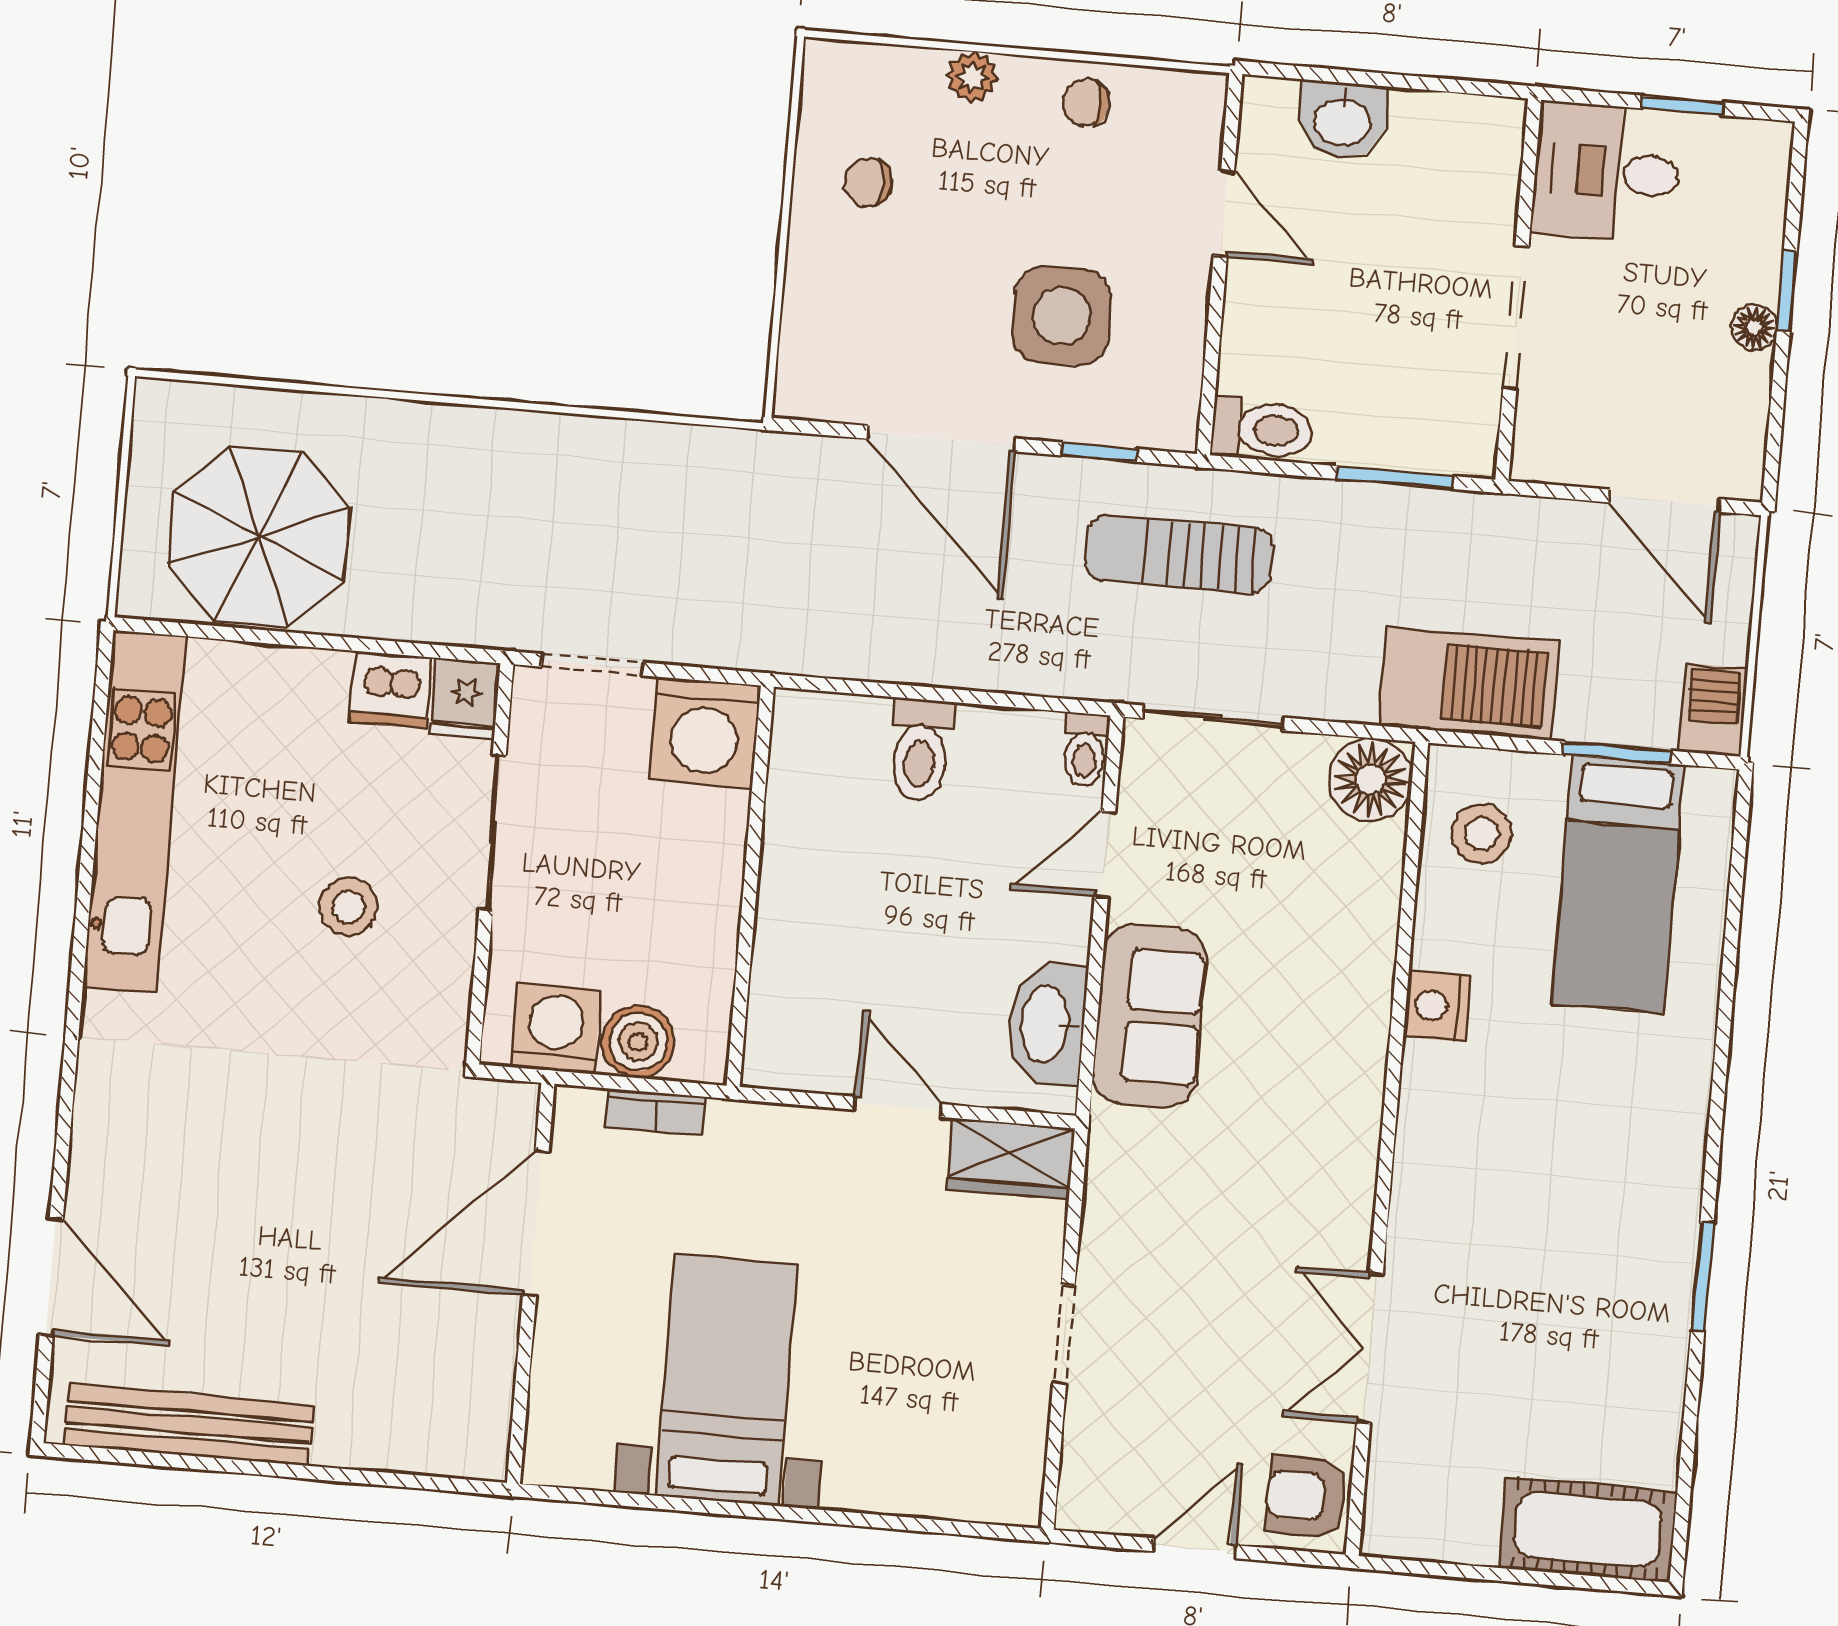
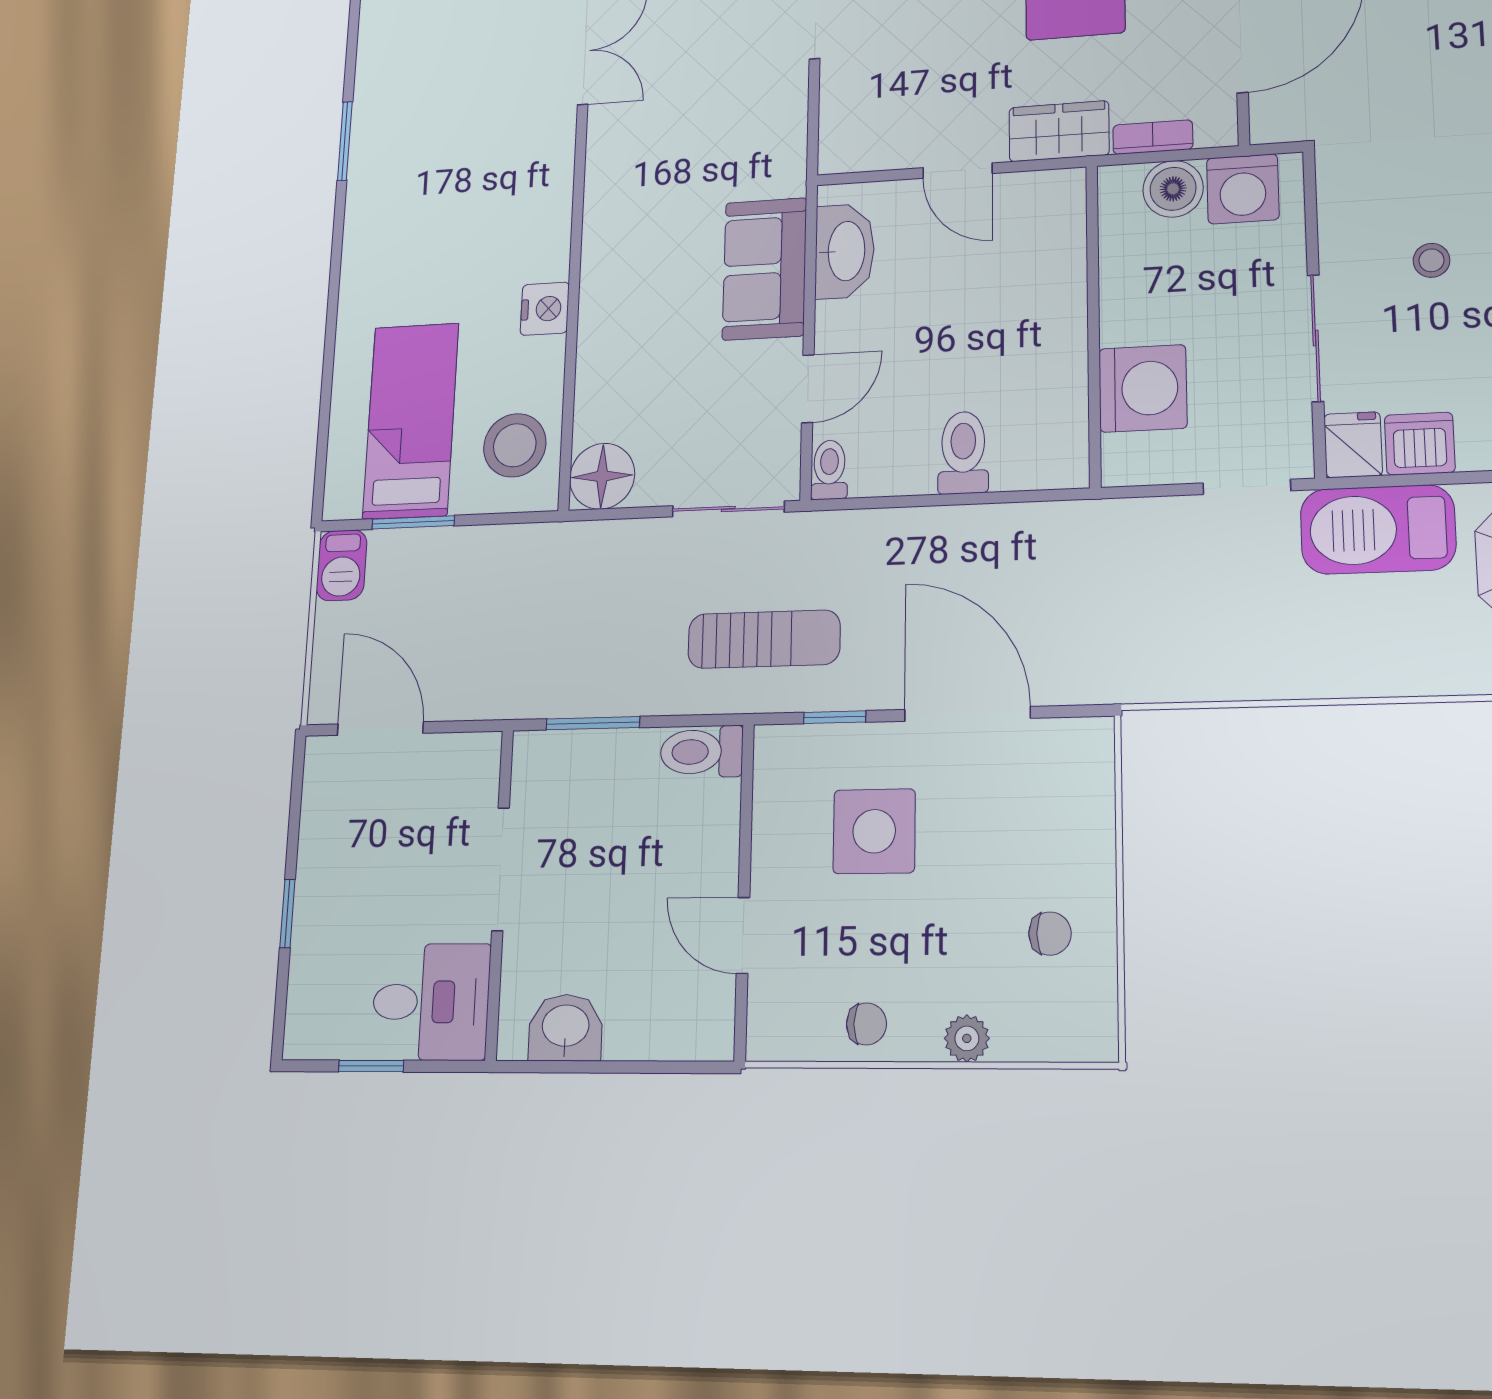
washbasin: (1342, 120) -> (566, 1028), moved
floor lamp: (1754, 327) -> (312, 880), removed
barbecue: (1469, 683) -> (1378, 529), moved
washing machine: (705, 732) -> (1143, 388), moved, turned 90
stool: (1482, 834) -> (515, 445), width x1.38, depth x1.38
stool: (349, 907) -> (1431, 260), width x0.73, depth x0.73
wardrobe: (1011, 1159) -> (1059, 131), moved

